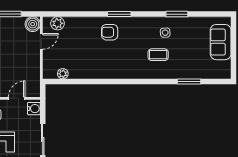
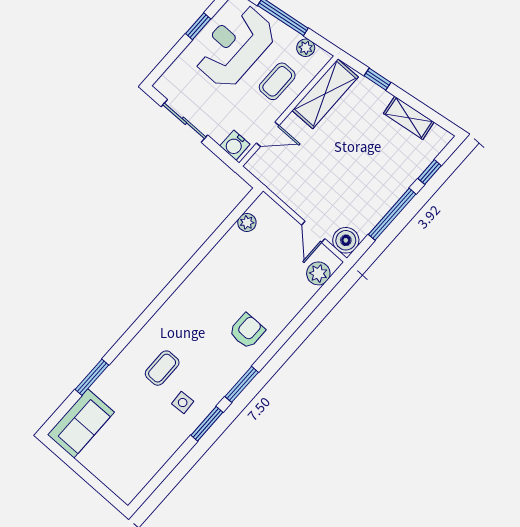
window: (119, 14) -> (242, 384), moved
window: (177, 14) -> (207, 424), moved
sofa: (221, 42) -> (81, 423), moved, turned 90
door: (17, 98) -> (268, 134), hinge flipped

